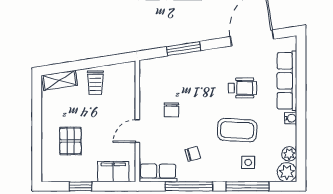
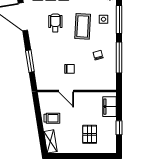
door: (137, 131) -> (66, 91), moved
pallet: (70, 141) -> (90, 134), turned 90
row of seats: (158, 173) -> (110, 78), removed

